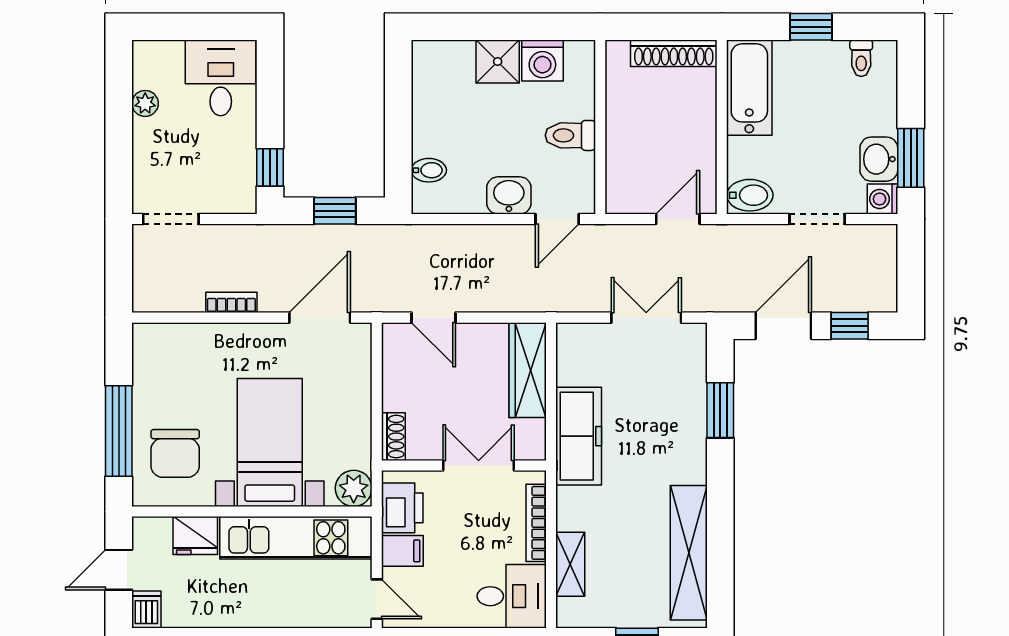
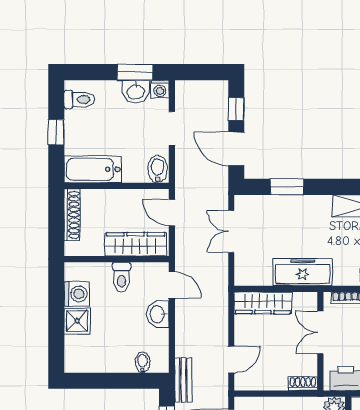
toilet: (861, 58) -> (79, 99), width x1.37, depth x1.39
wardrobe: (625, 159) -> (136, 244), added
bench: (400, 238) -> (183, 380), added

